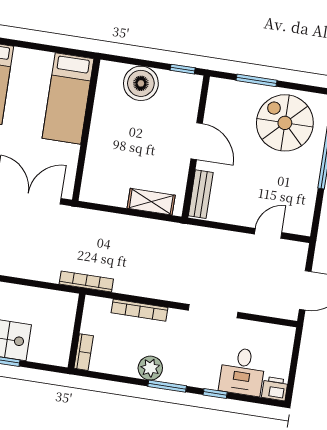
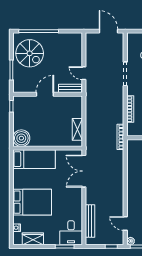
boiler: (141, 83) -> (21, 138), moved
spiral stairs: (285, 123) -> (30, 53), turned -90
shelving: (151, 202) -> (77, 129), moved
door: (268, 233) -> (84, 73), moved

